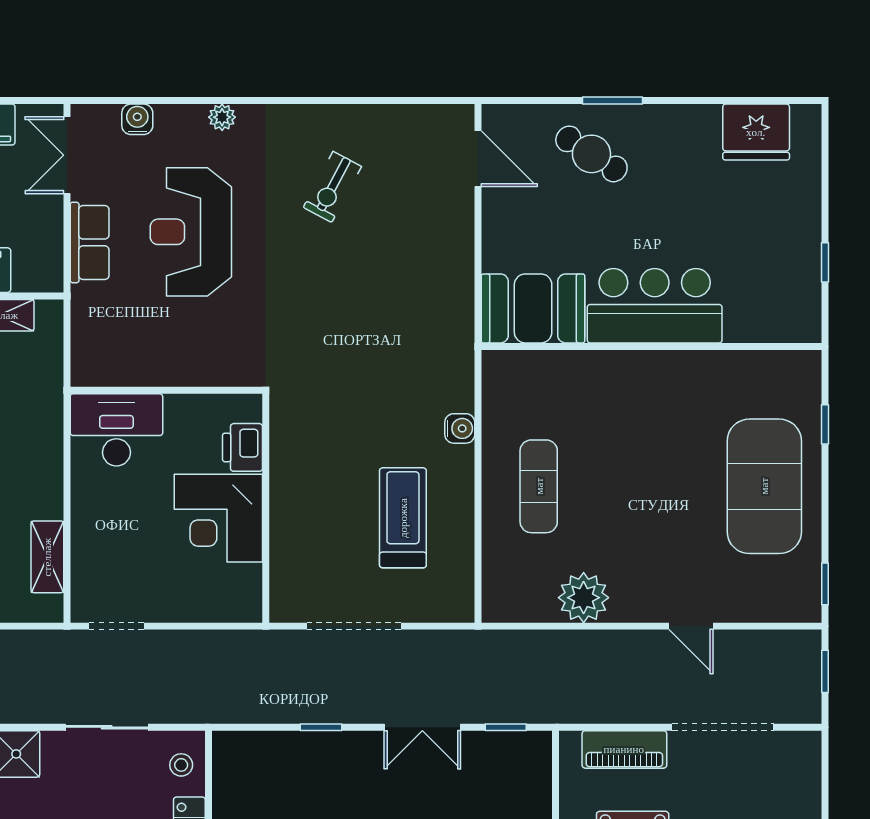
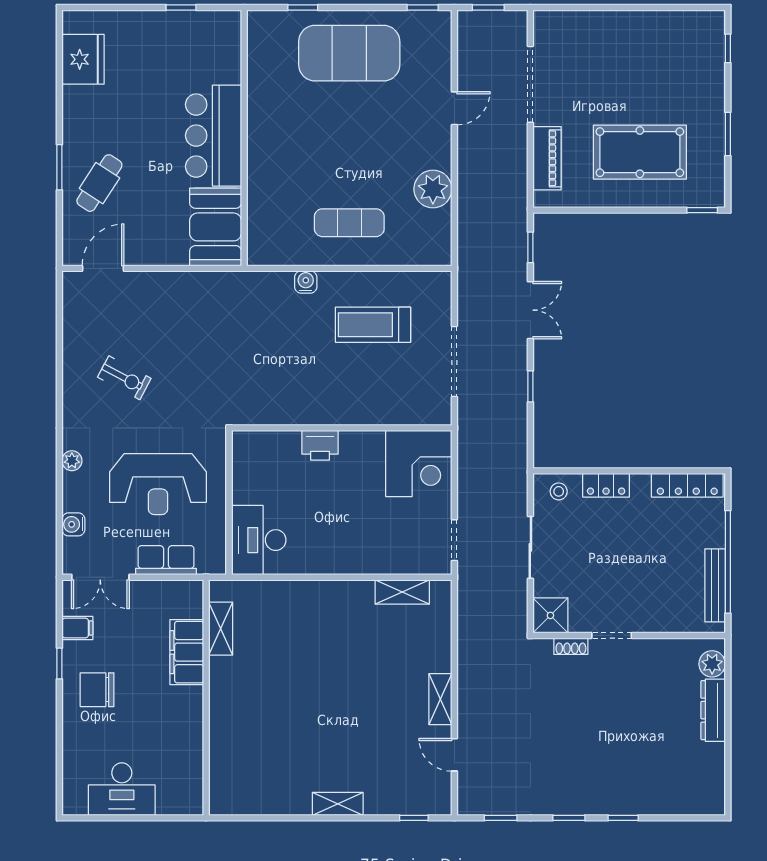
wall: (166, 390) -> (229, 503), moved
desk: (116, 430) -> (259, 540), moved
corner desk: (218, 518) -> (419, 463), moved

